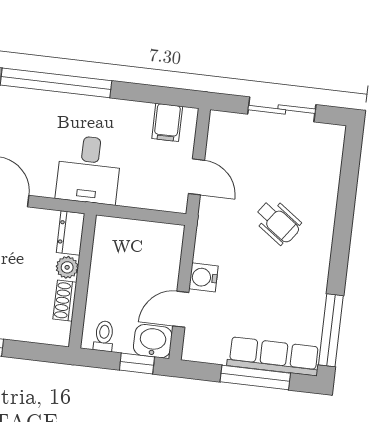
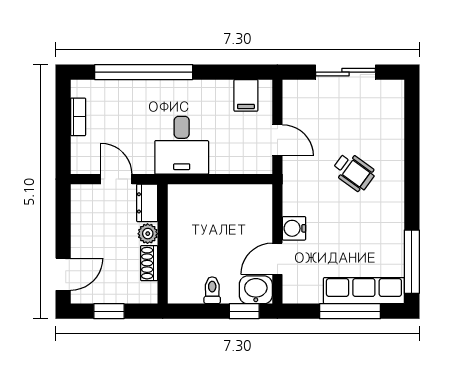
dresser: (71, 233) -> (147, 203), moved
plant: (67, 267) -> (148, 234), moved
wall: (82, 281) -> (163, 244), moved
shoe rack: (65, 301) -> (149, 263), moved

